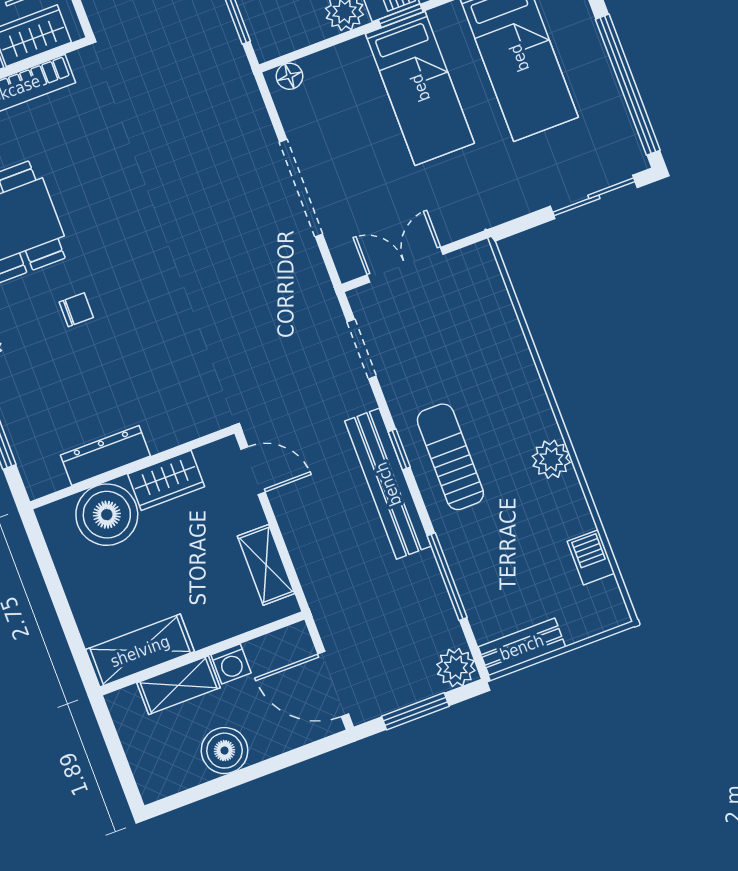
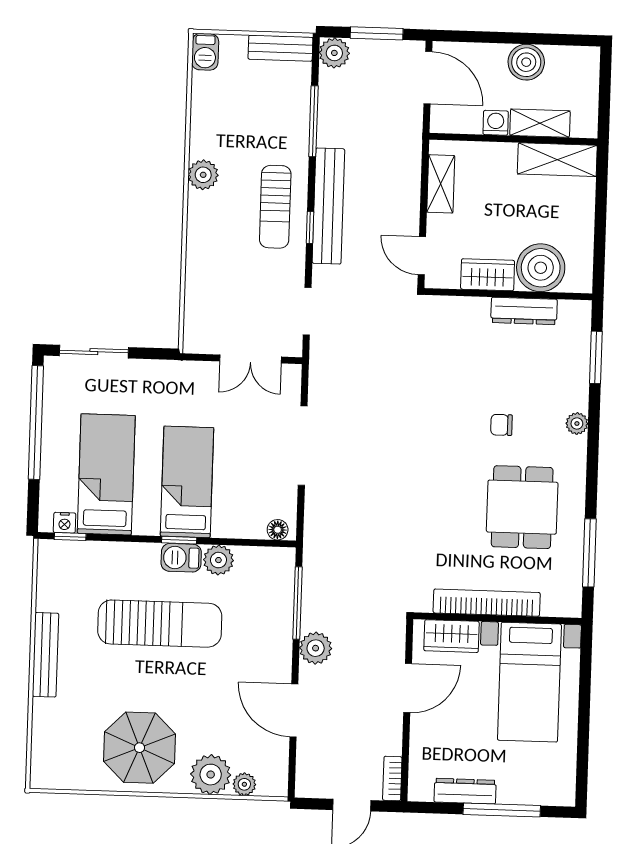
barbecue: (591, 557) -> (205, 52), moved

